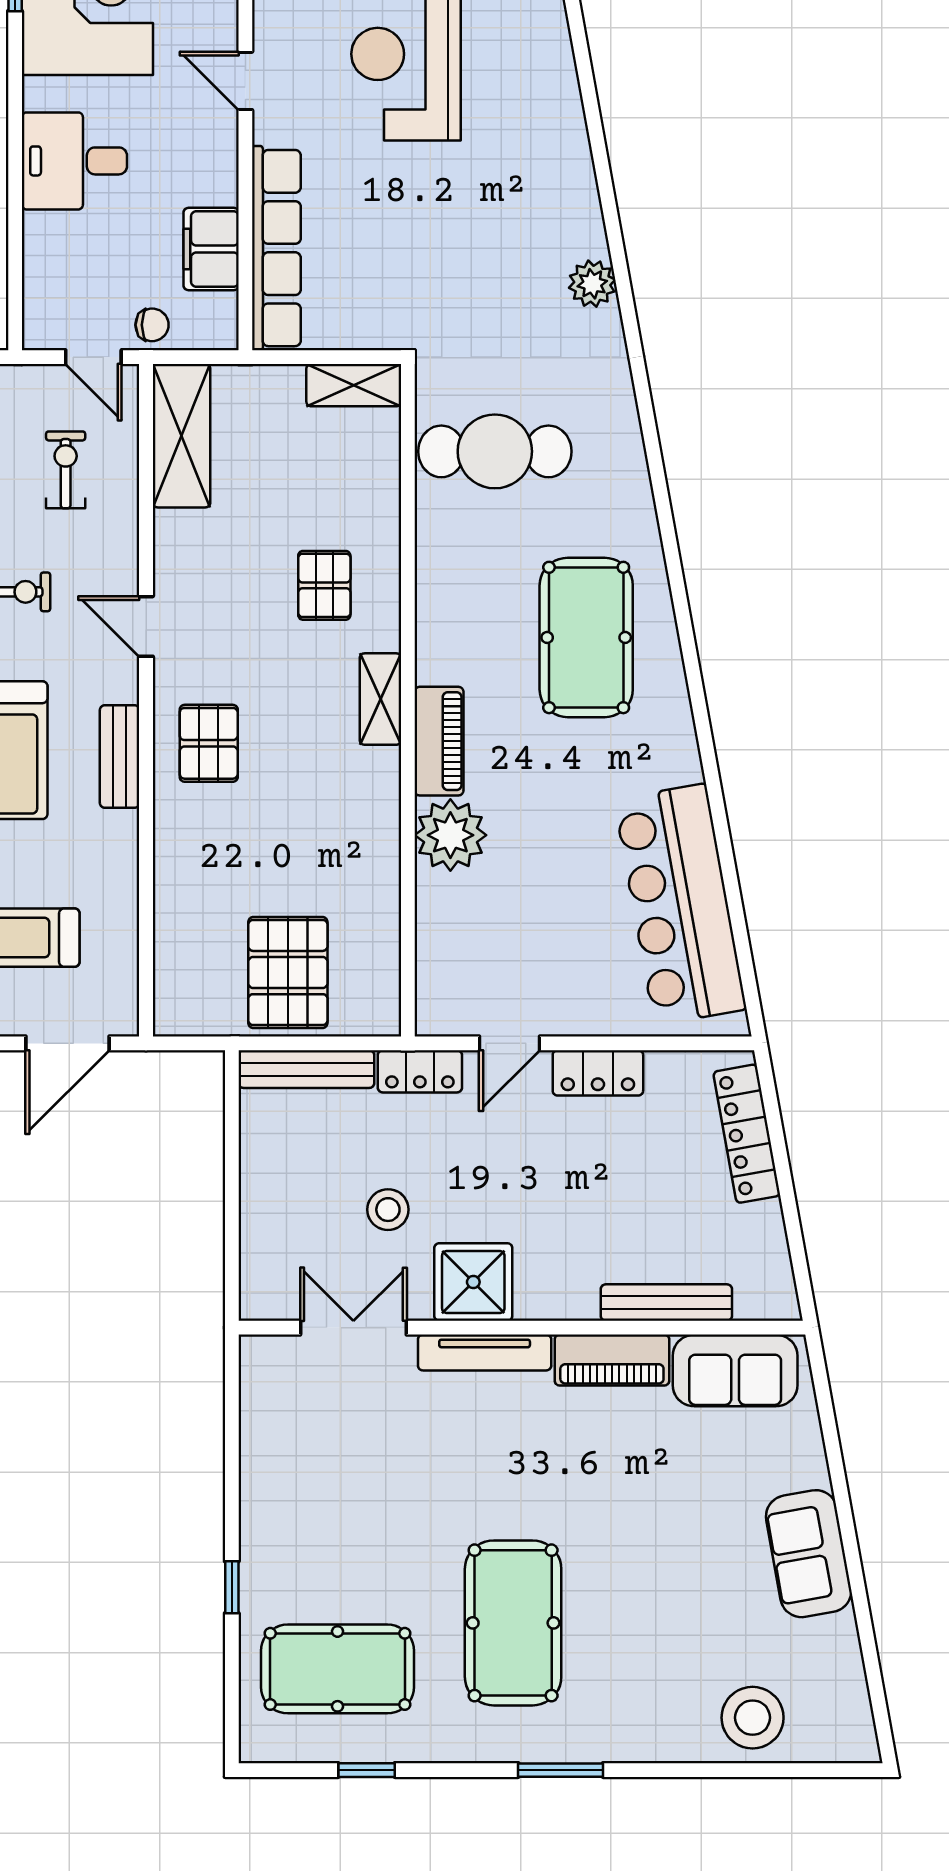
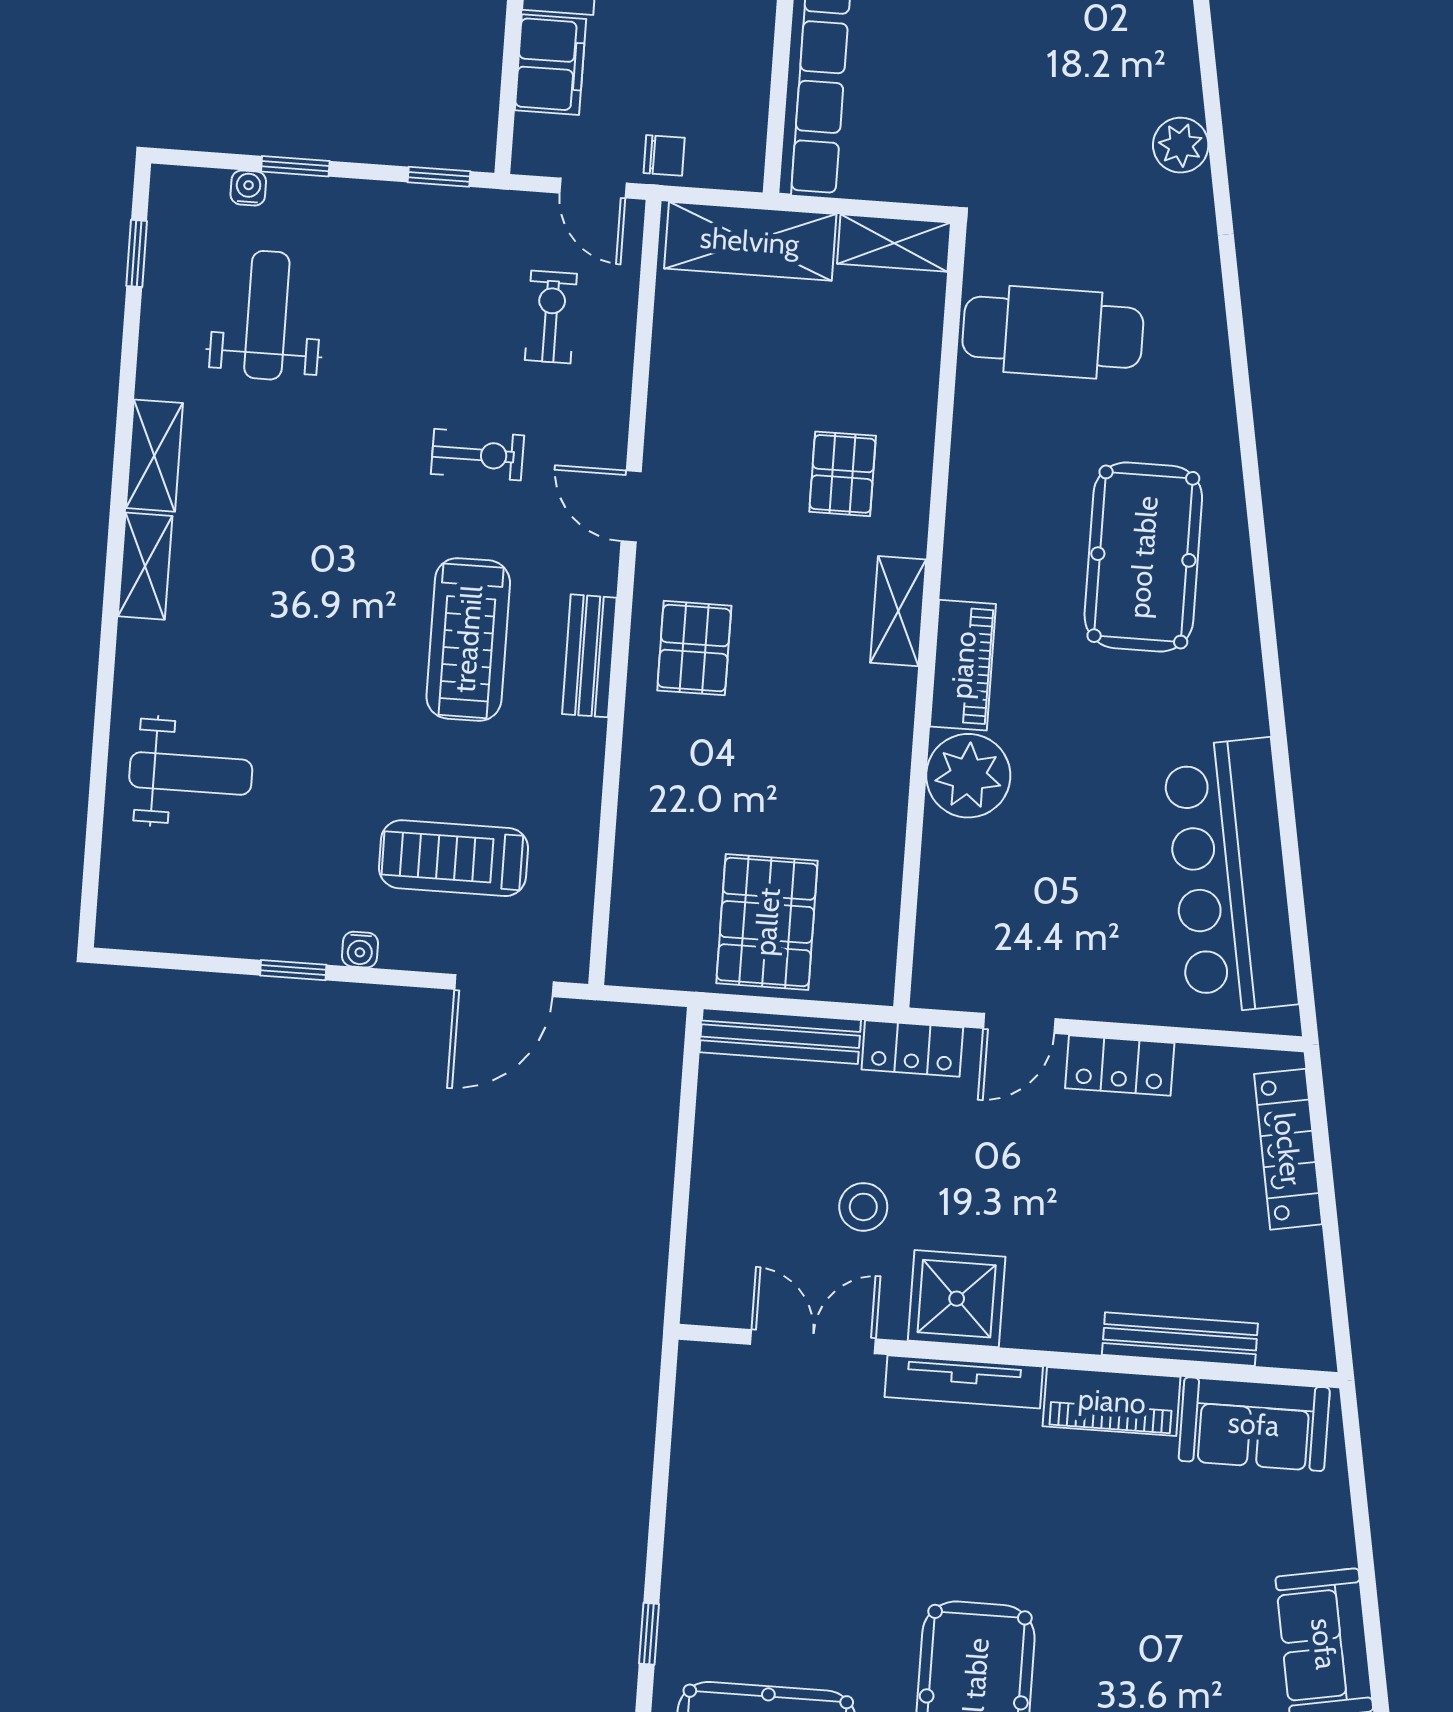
filing cabinet: (211, 249) -> (550, 65), moved, turned 180
shelving: (181, 436) -> (750, 241), moved, turned 90

